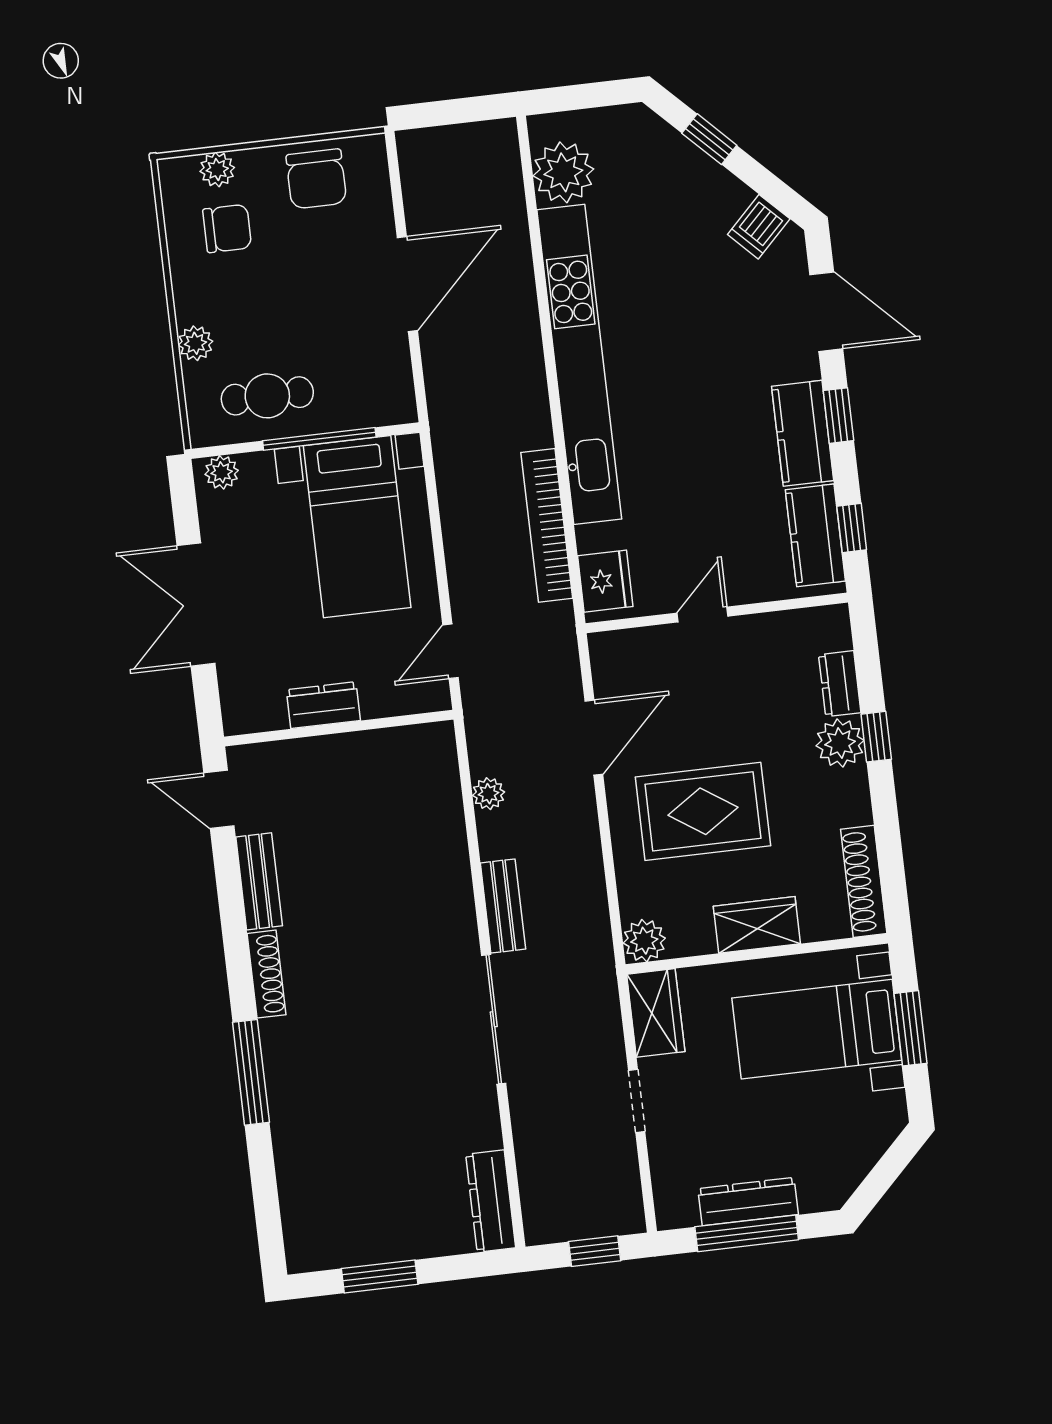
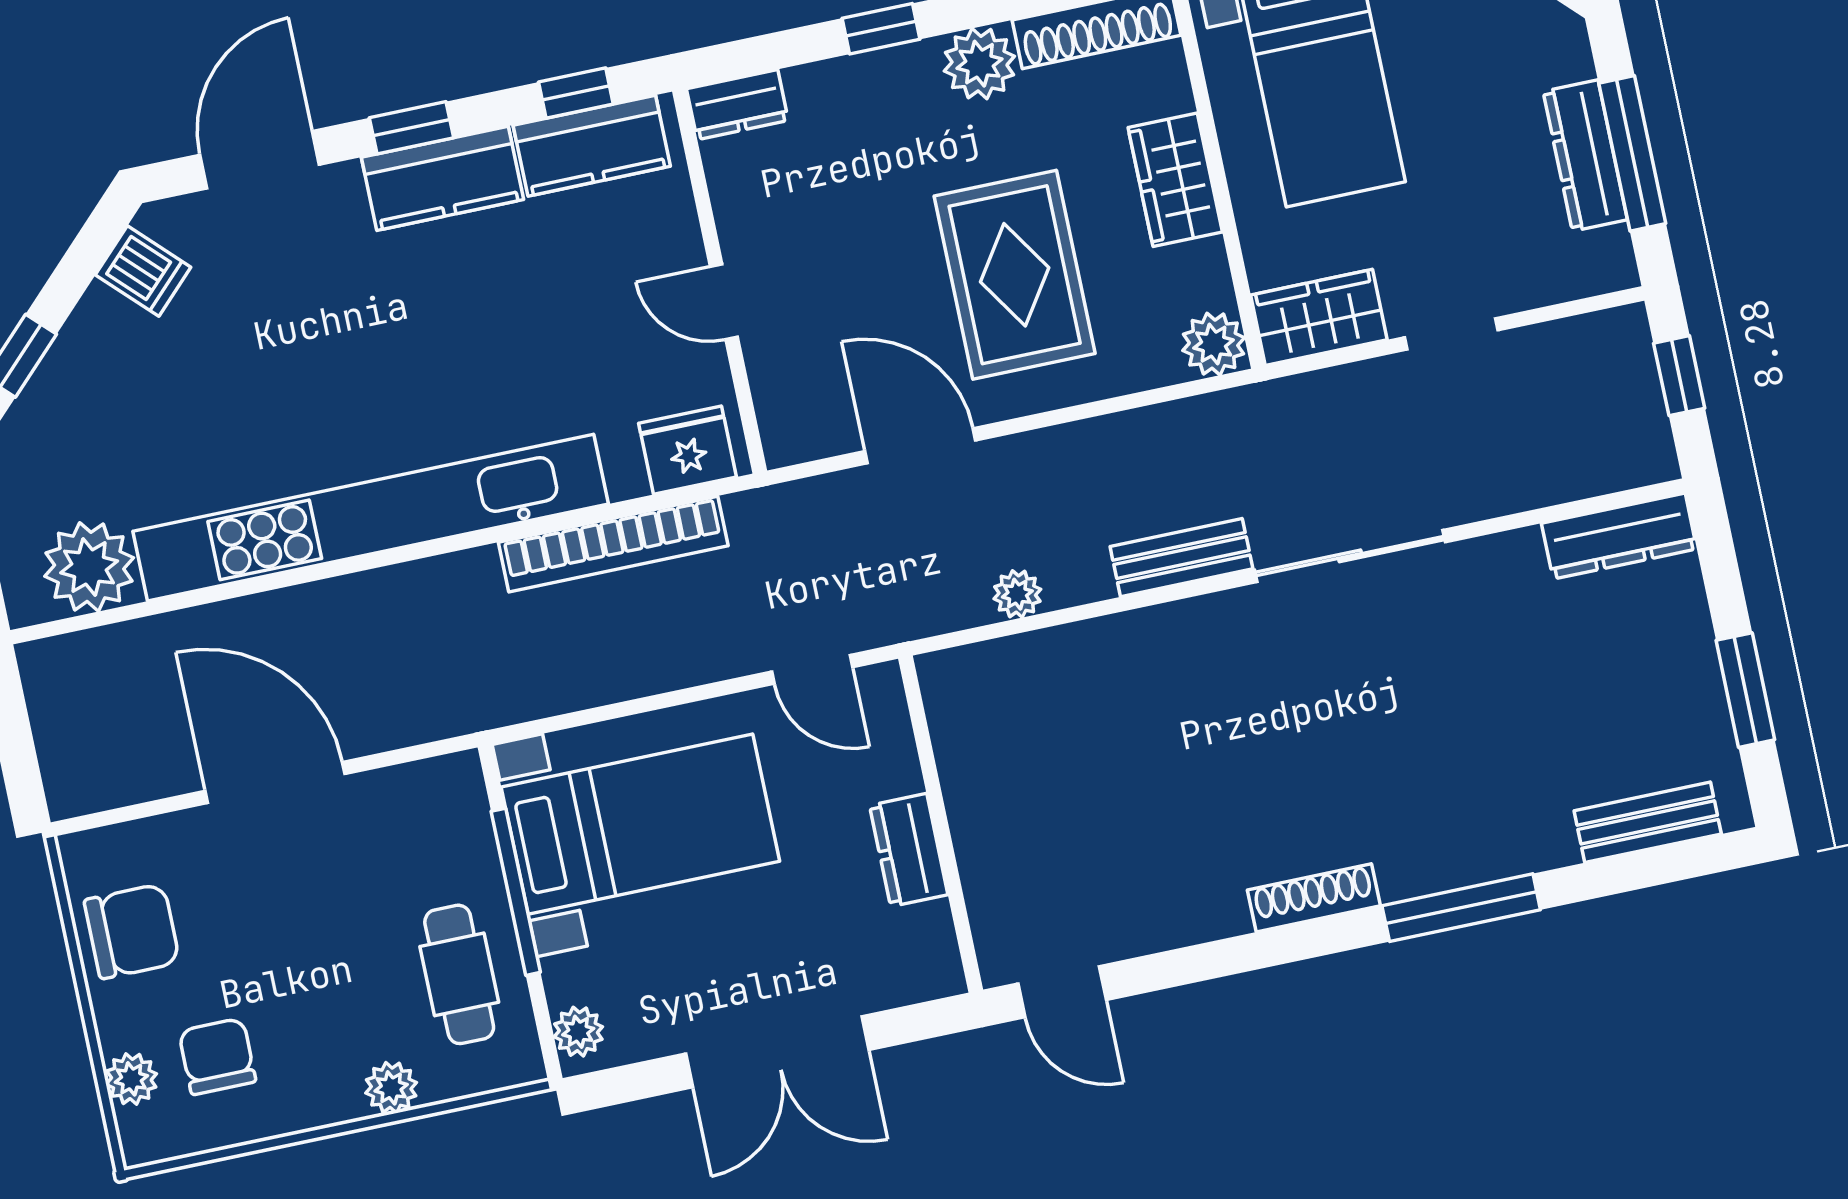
dresser: (840, 684) -> (737, 105), moved
plant: (840, 743) -> (979, 64), moved
door: (219, 799) -> (1062, 992), hinge flipped
bench: (259, 881) -> (1648, 822), moved

